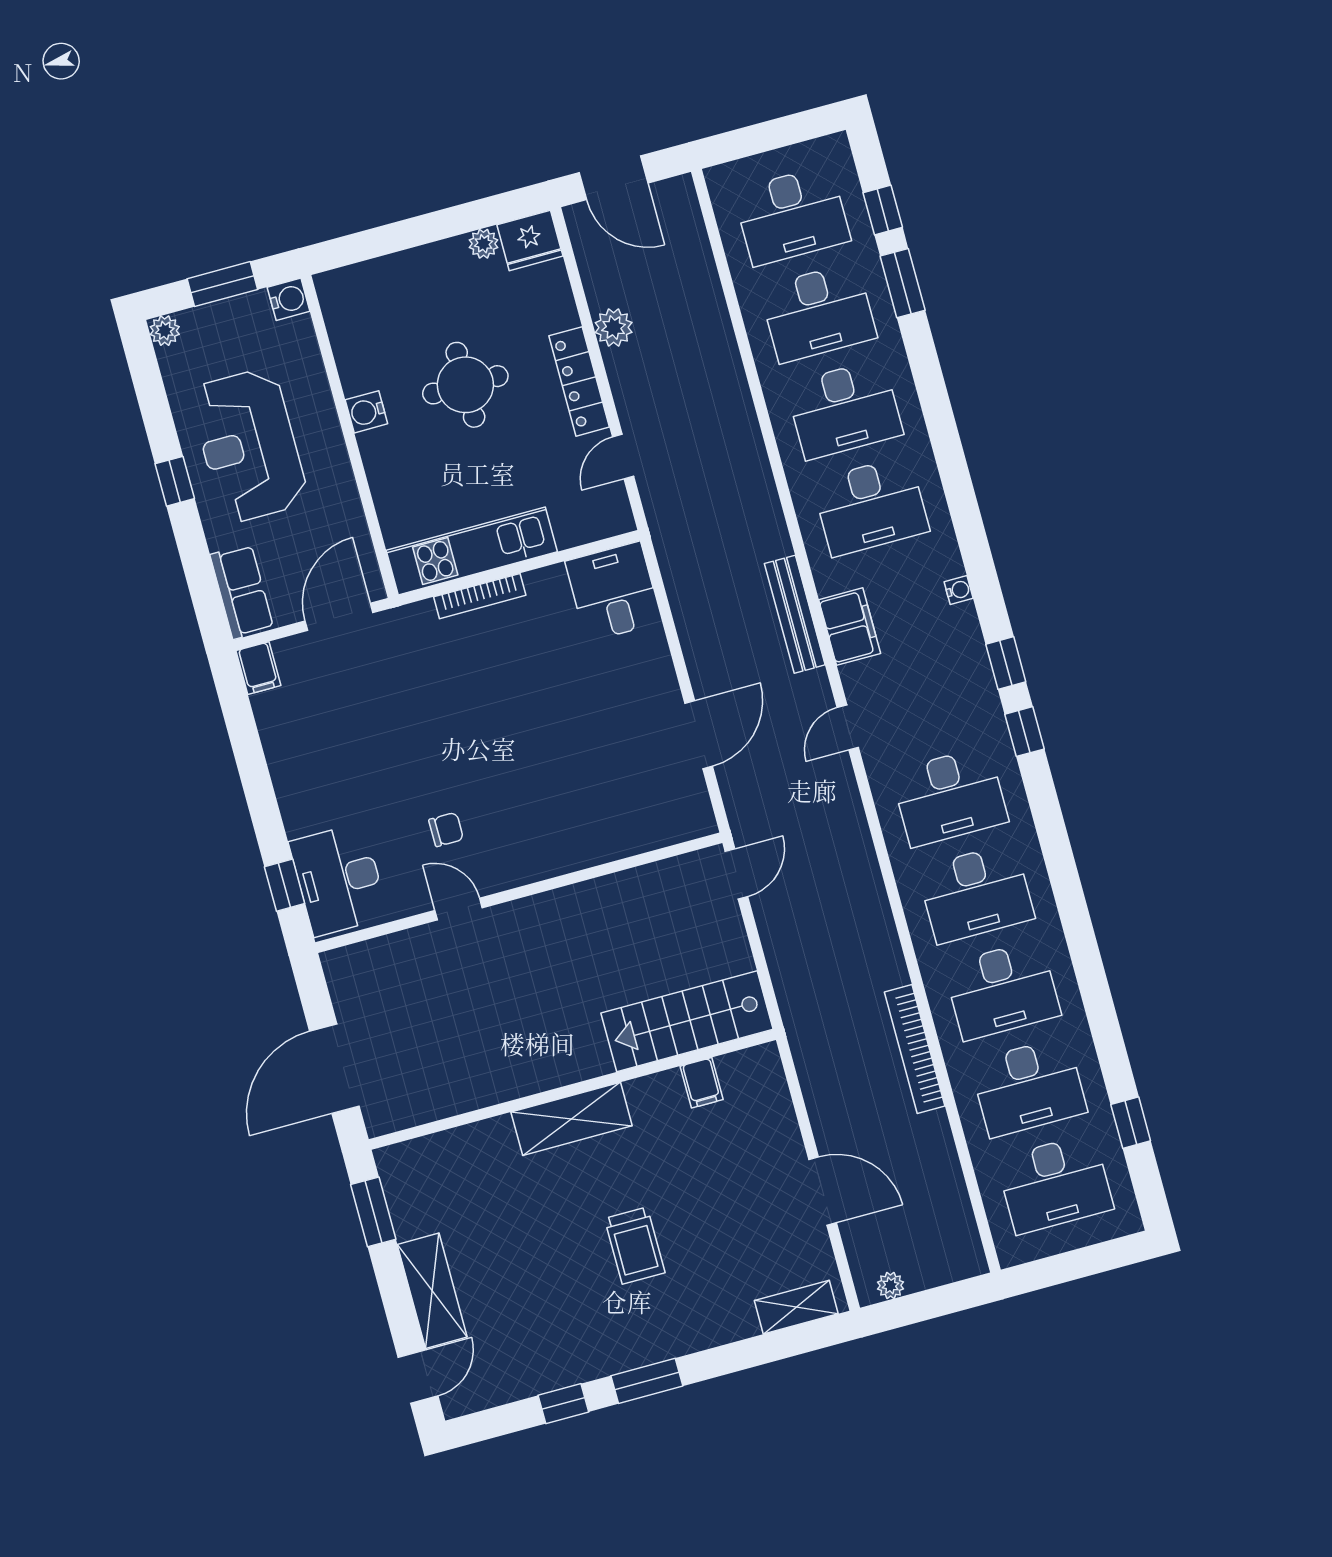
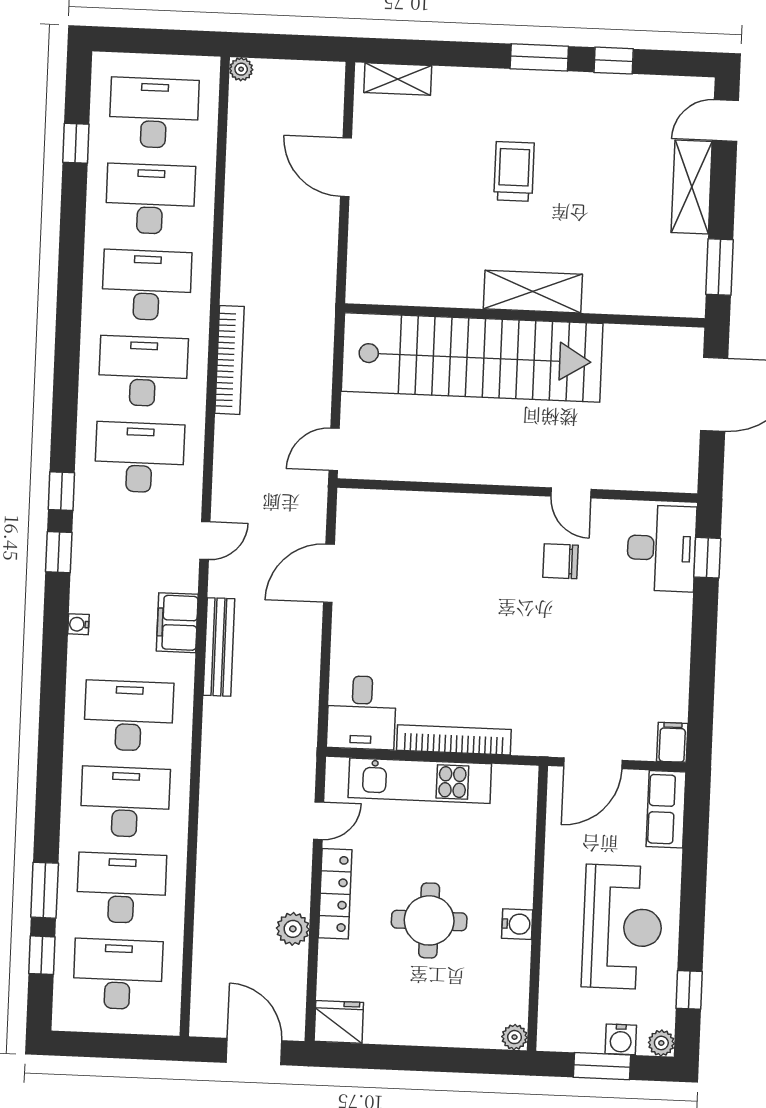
plant: (484, 244) -> (515, 1037), moved
water cooler: (289, 299) -> (621, 1039), moved, turned -90
window: (175, 481) -> (689, 990), moved
kitchen unit: (472, 551) -> (420, 781), moved
bookcase: (480, 596) -> (454, 740), width x1.48, depth x1.31
chair: (446, 830) -> (560, 561), width x1.37, depth x1.37
stairs: (687, 1021) -> (472, 357), width x1.86, depth x1.51
bookcase: (915, 1049) -> (230, 360), moved
filing cabinet: (702, 1083) -> (417, 287), removed
plant: (891, 1286) -> (241, 69), moved

